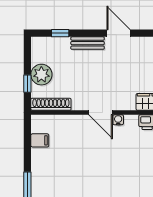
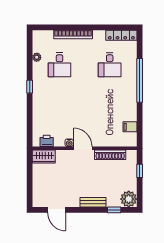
door: (119, 33) -> (57, 210), moved
plant: (41, 75) -> (129, 199), moved
shoe rack: (51, 104) -> (110, 155), moved

